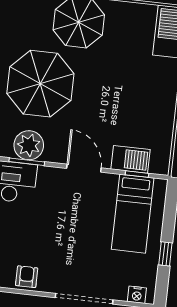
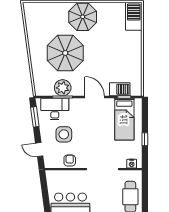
side table: (21, 229) -> (64, 134), added

